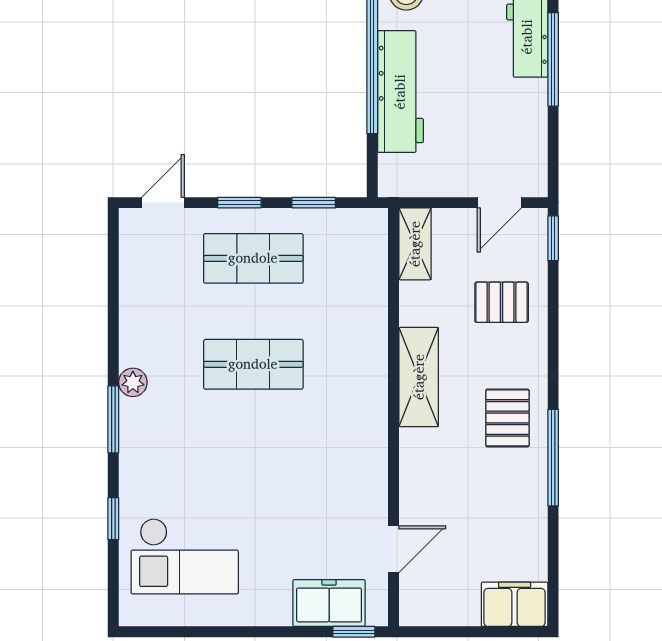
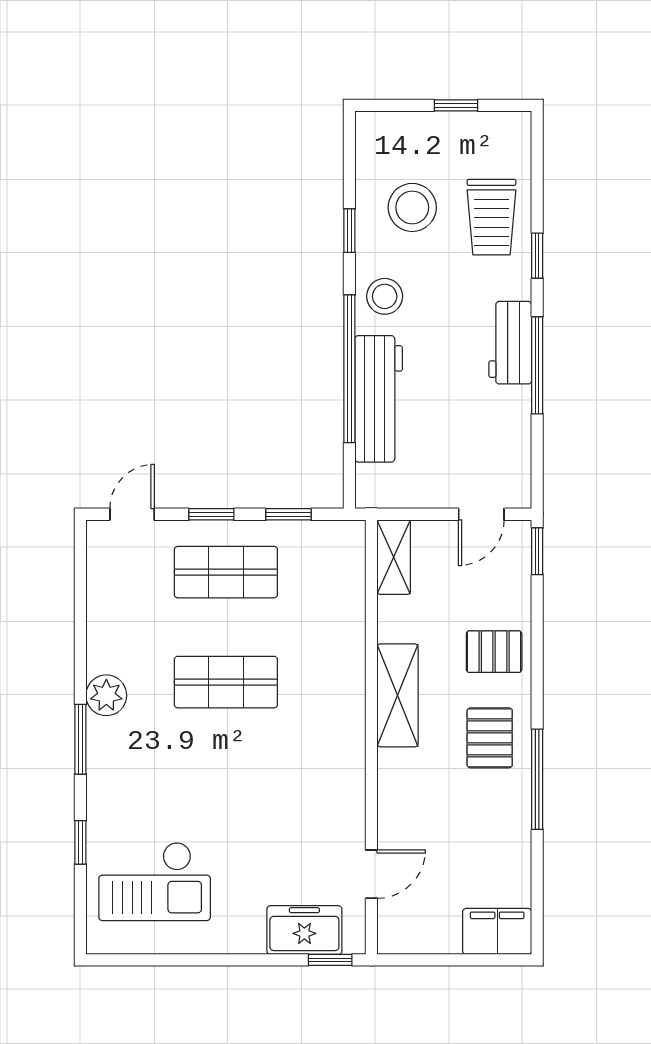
pallet: (502, 302) -> (494, 652), moved
plant: (133, 382) -> (106, 695), width x1.38, depth x1.38

